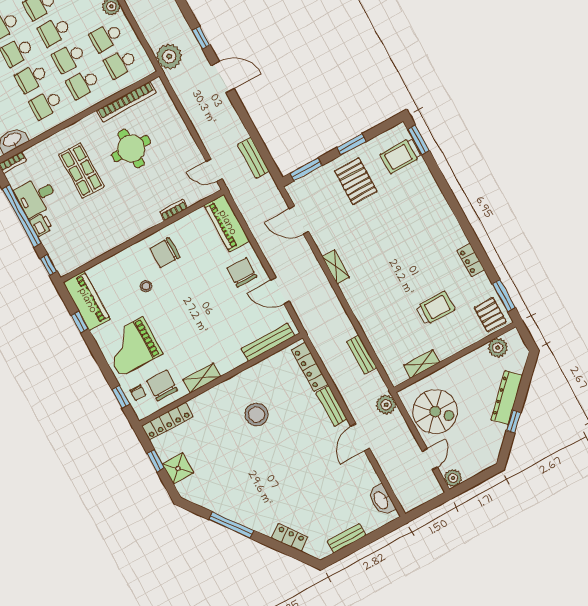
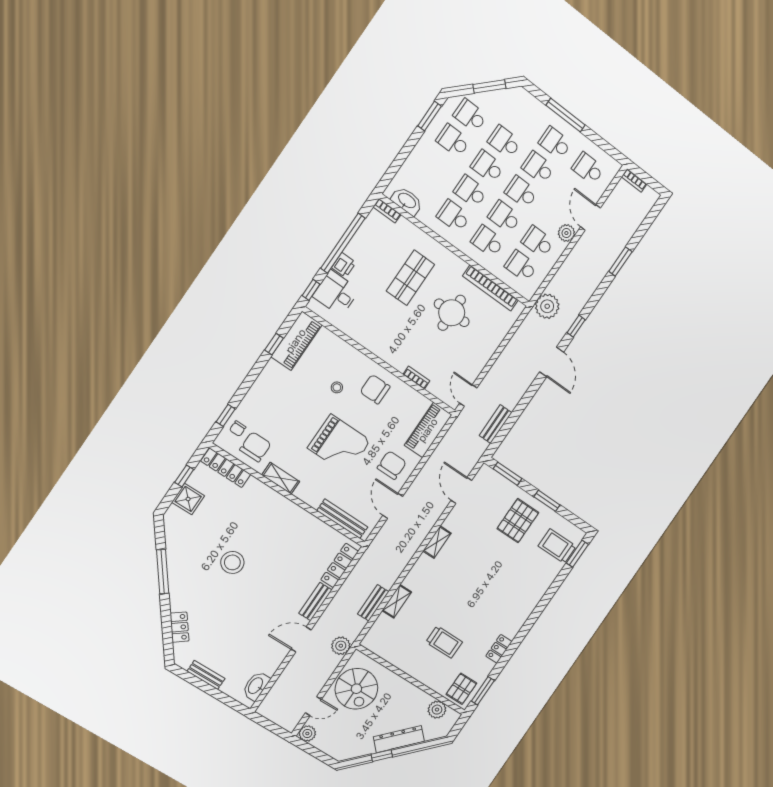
desk: (36, 197) -> (336, 293), moved
grand piano: (131, 347) -> (339, 444), moved, turned 180
shelving: (422, 364) -> (397, 601), moved, turned 90
stool: (257, 415) -> (232, 562), moved

